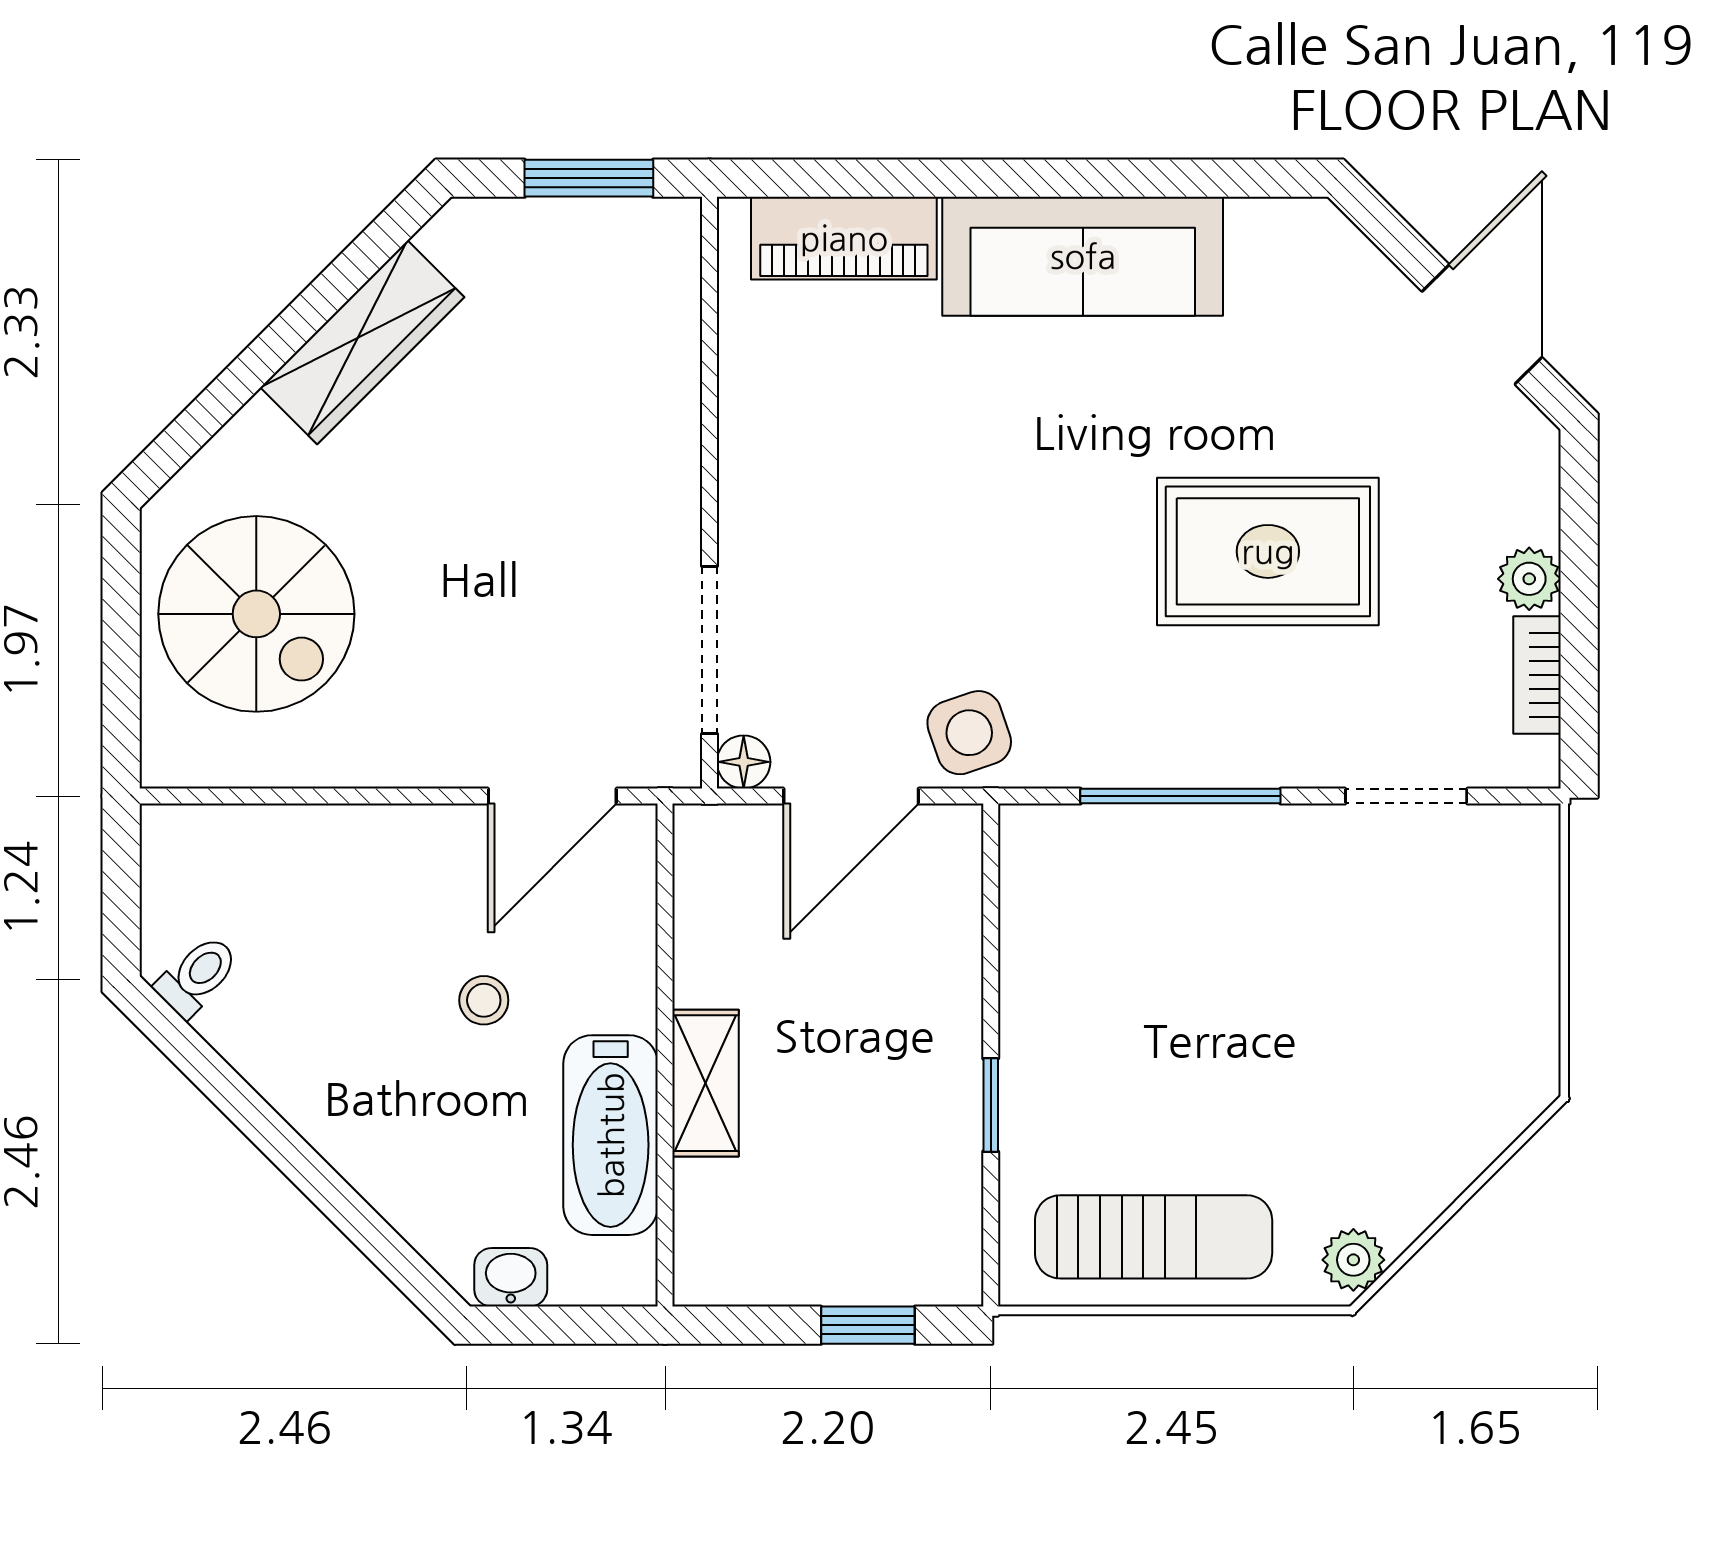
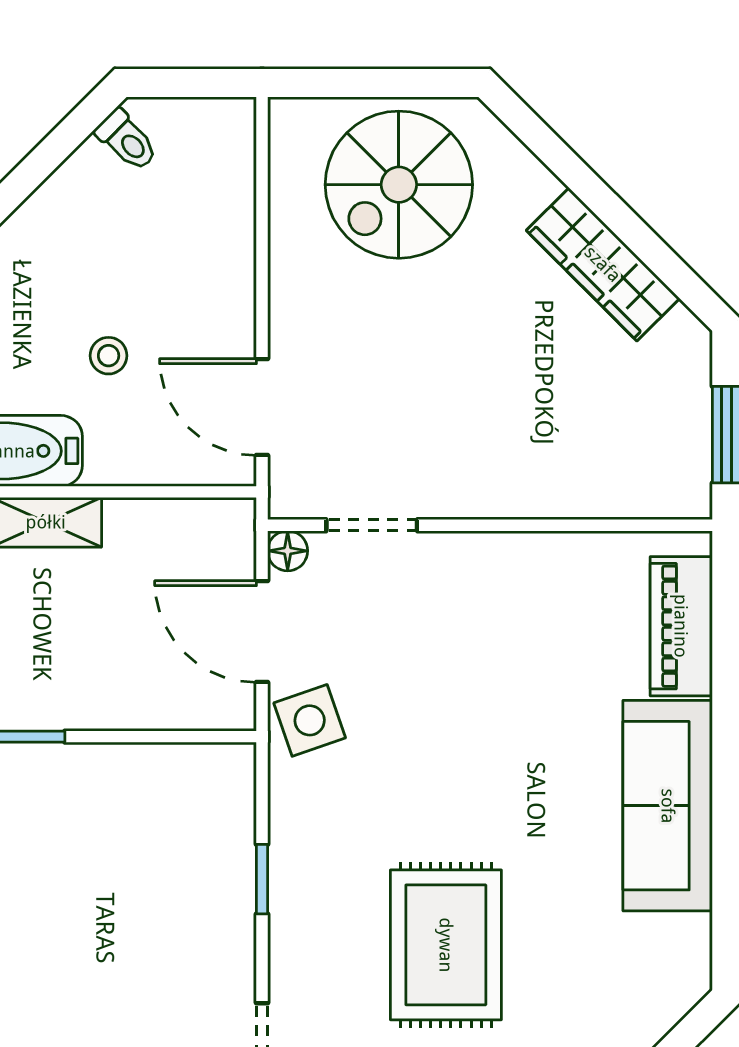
doorway: (709, 650) -> (372, 525), width x0.73
window: (1180, 796) -> (262, 879), width x0.46

